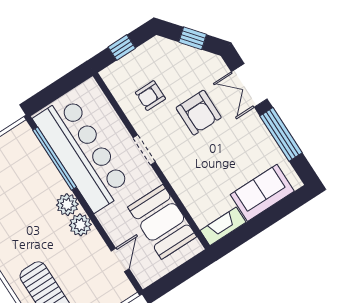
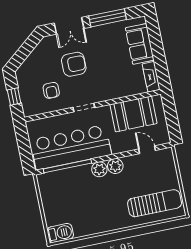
window: (193, 38) -> (26, 50), removed

